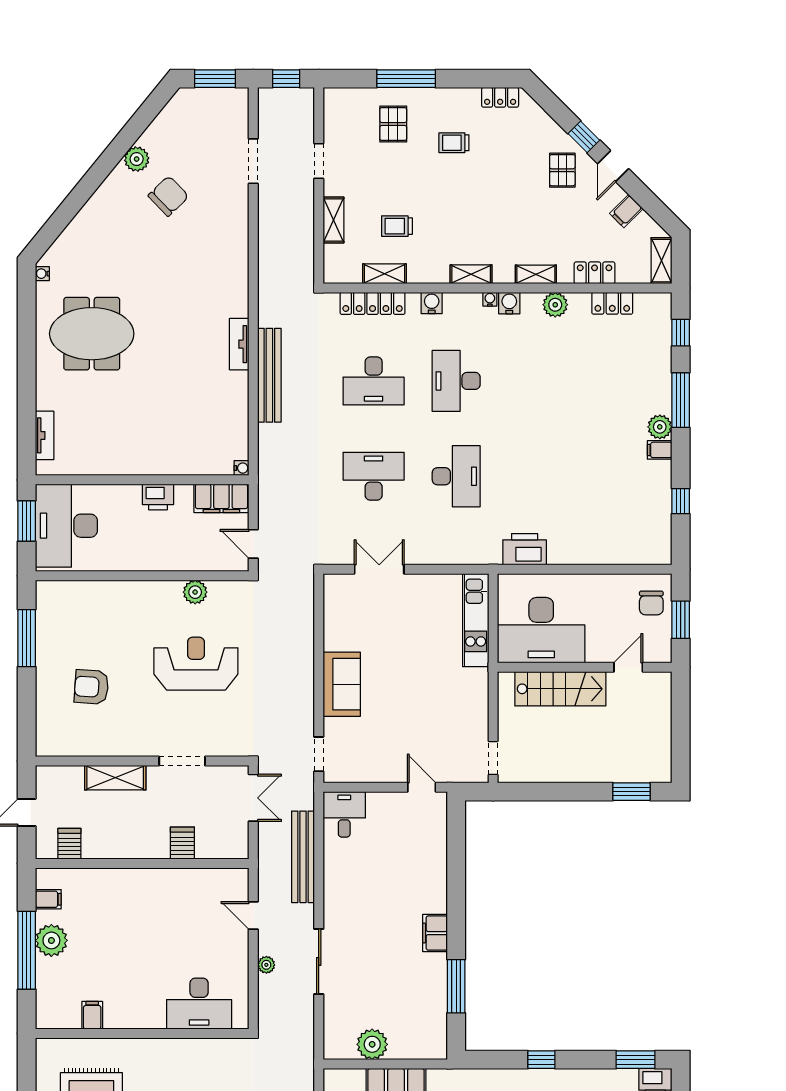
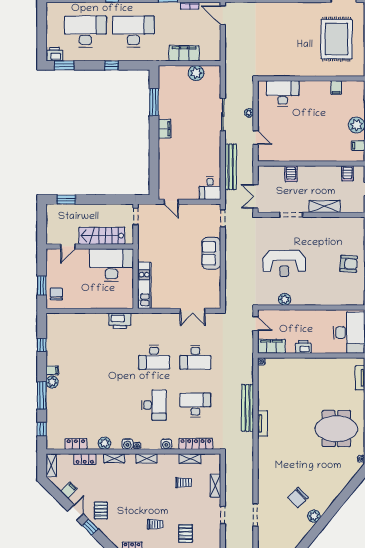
desk: (456, 476) -> (154, 357), turned -90
desk: (541, 630) -> (111, 265), moved
wall: (585, 667) -> (90, 246), moved
door: (628, 667) -> (68, 246), moved
armchair: (91, 687) -> (349, 264), moved
stairs: (560, 689) -> (102, 236), moved

